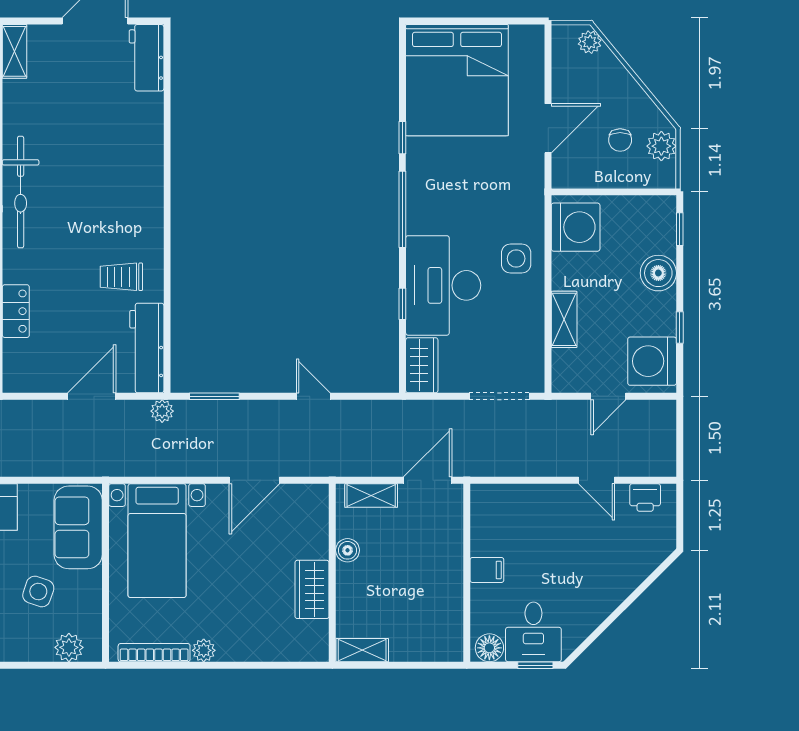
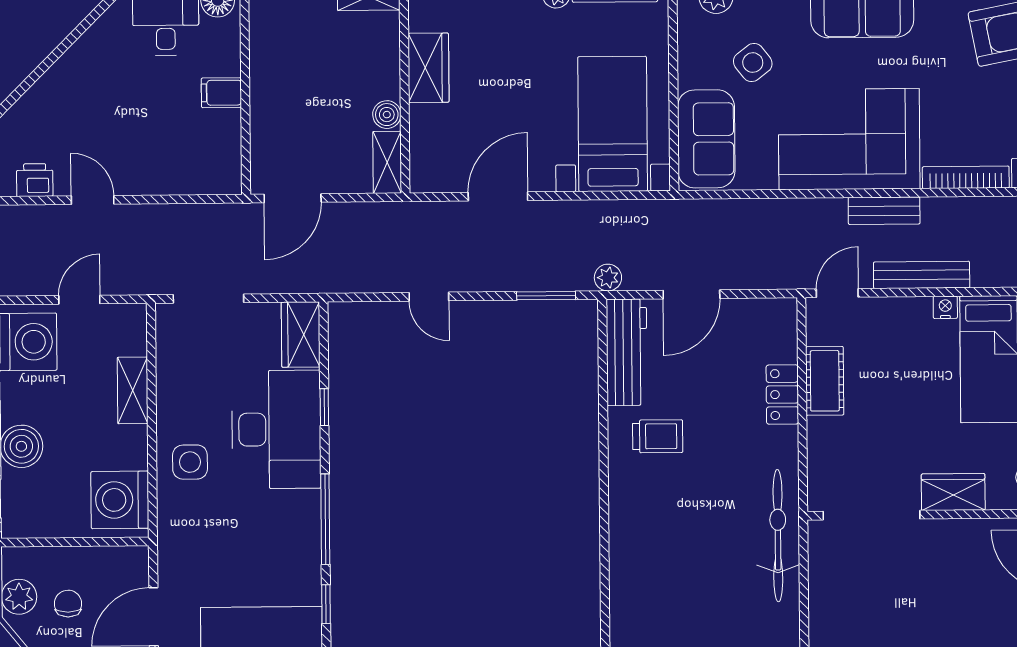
shelving: (371, 496) -> (387, 162), moved, turned 90
side table: (38, 591) -> (753, 63), turned 33

